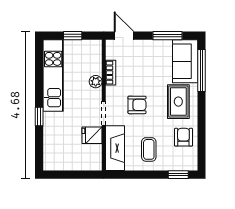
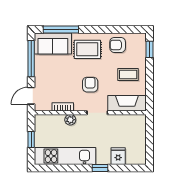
window: (167, 36) -> (31, 59), width x1.44
fridge: (92, 135) -> (118, 156), moved, turned 180

